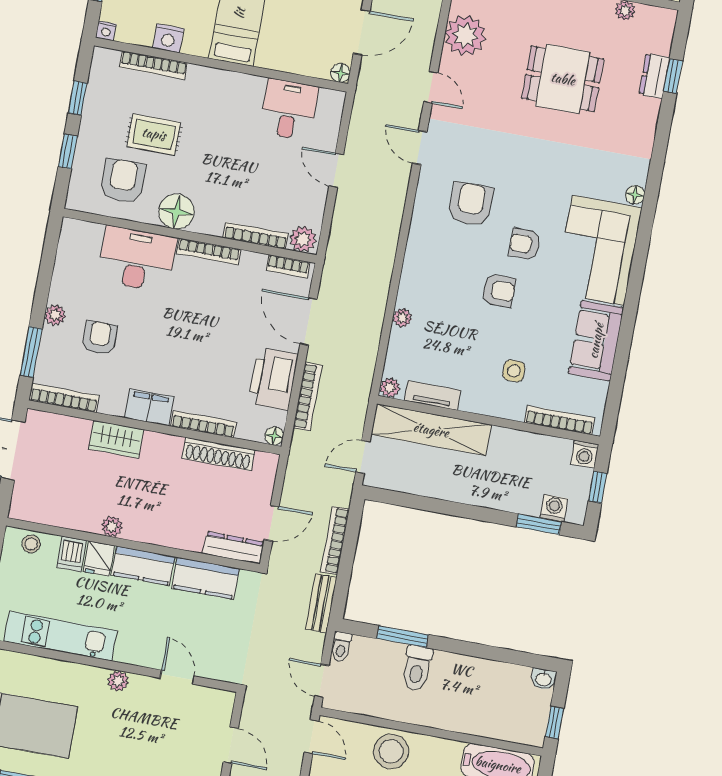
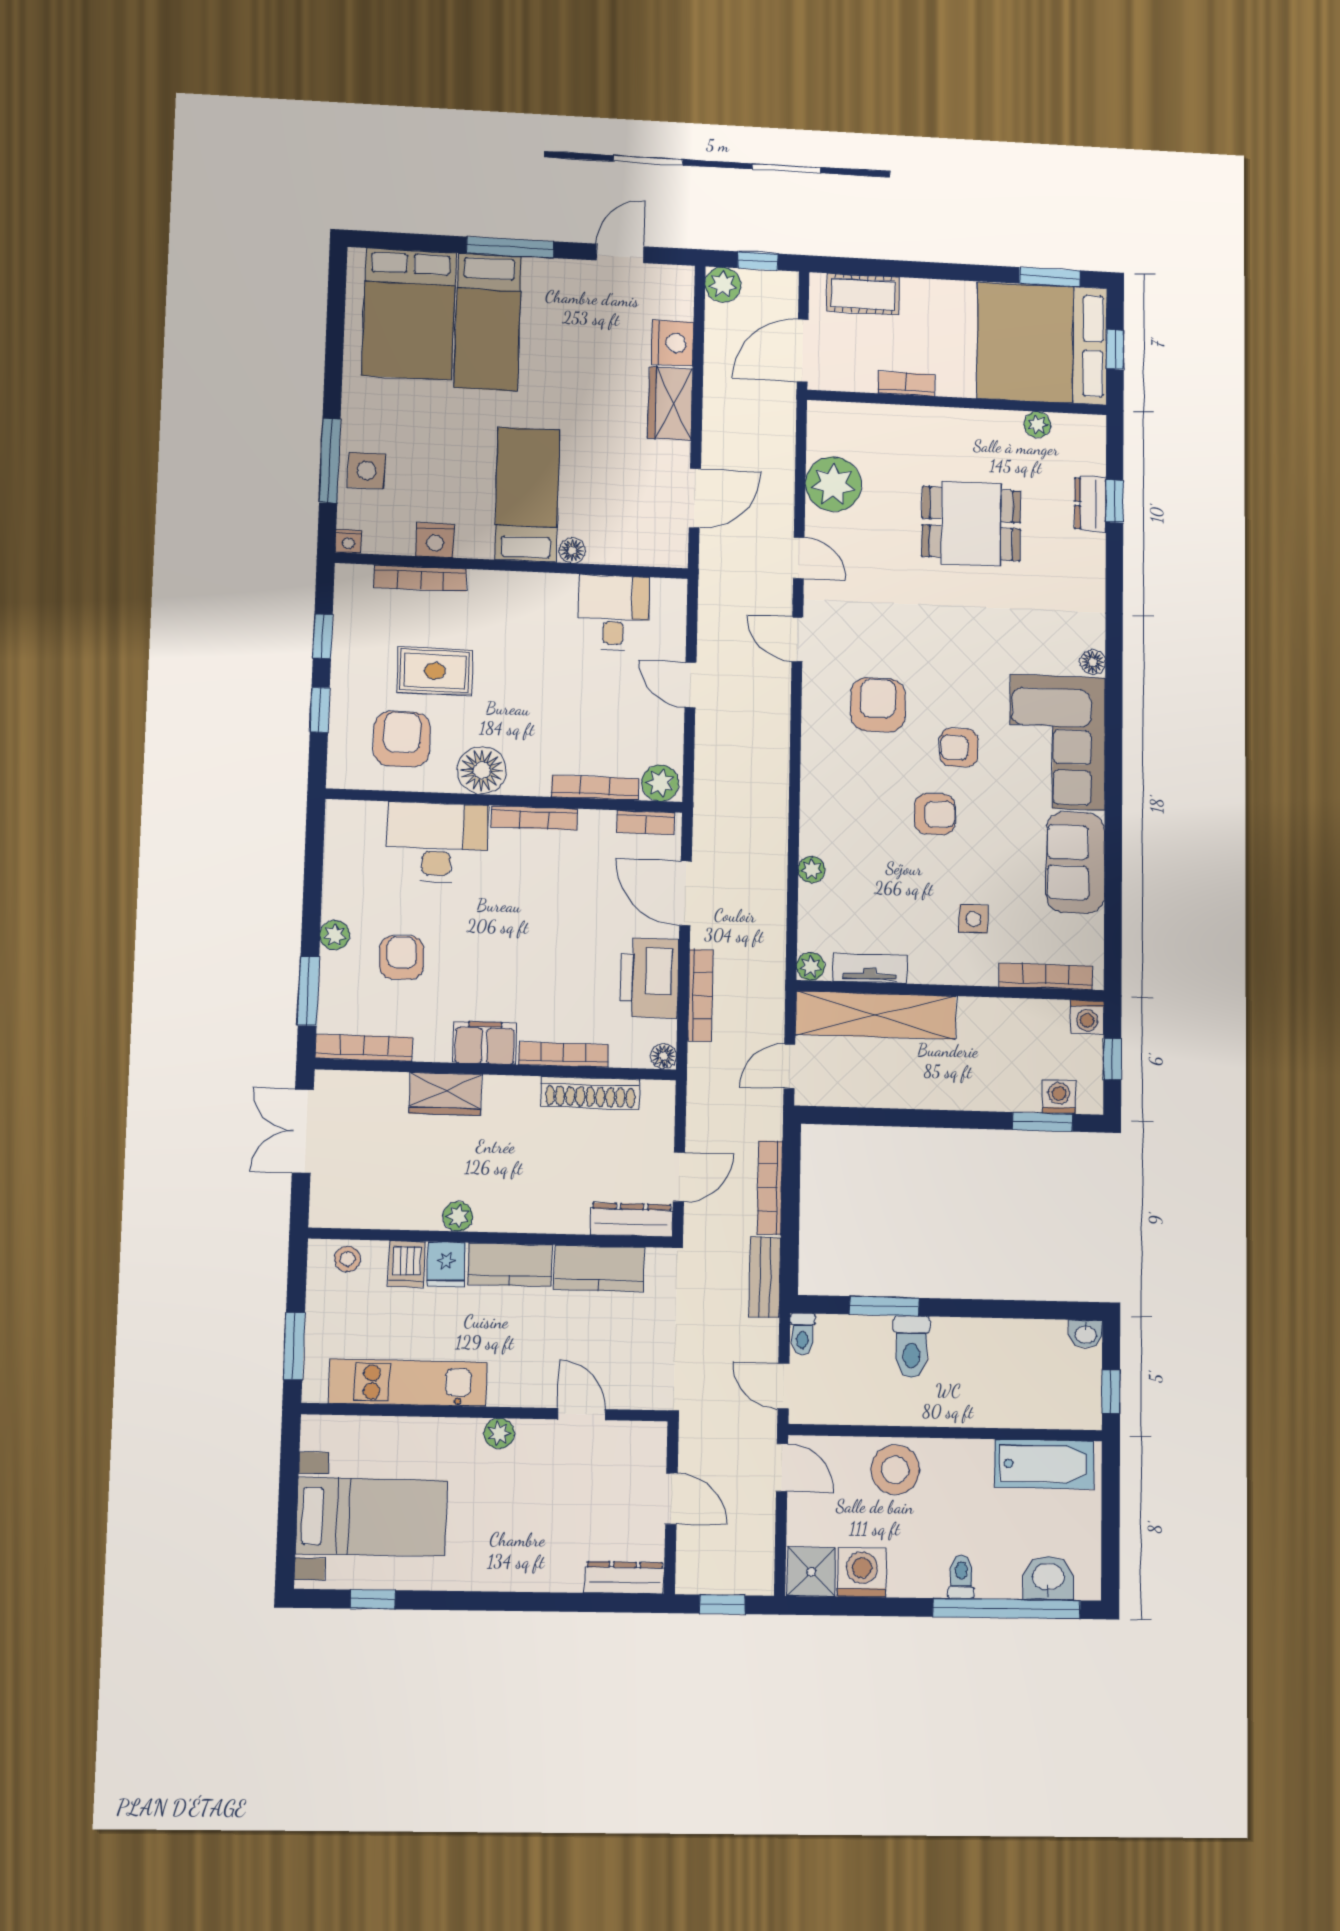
floor lamp: (341, 73) -> (572, 551), moved

